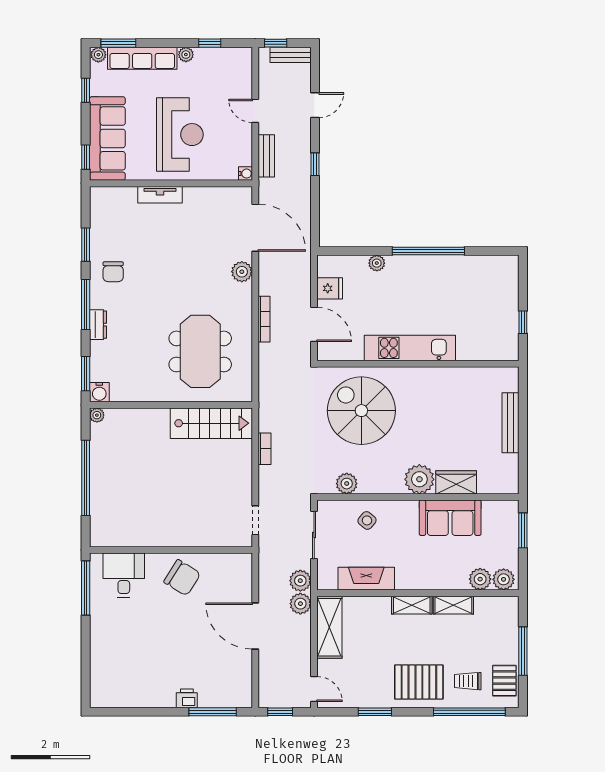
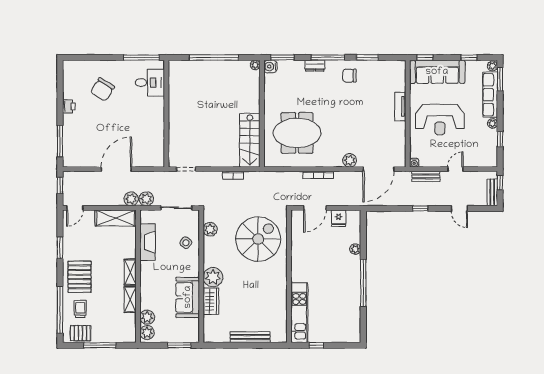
kitchen unit: (410, 348) -> (299, 313), moved
chair: (182, 578) -> (102, 89), moved
printer: (187, 698) -> (69, 106), moved

